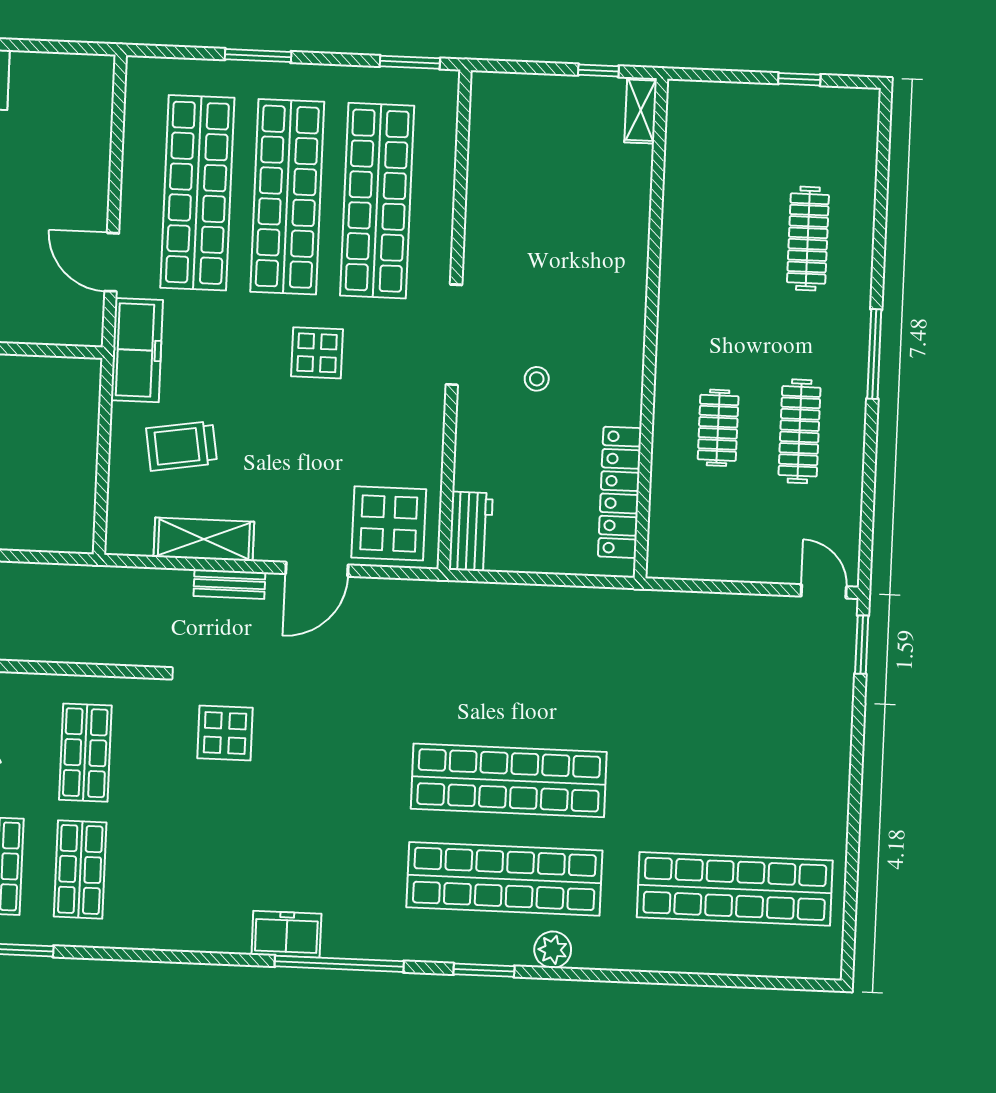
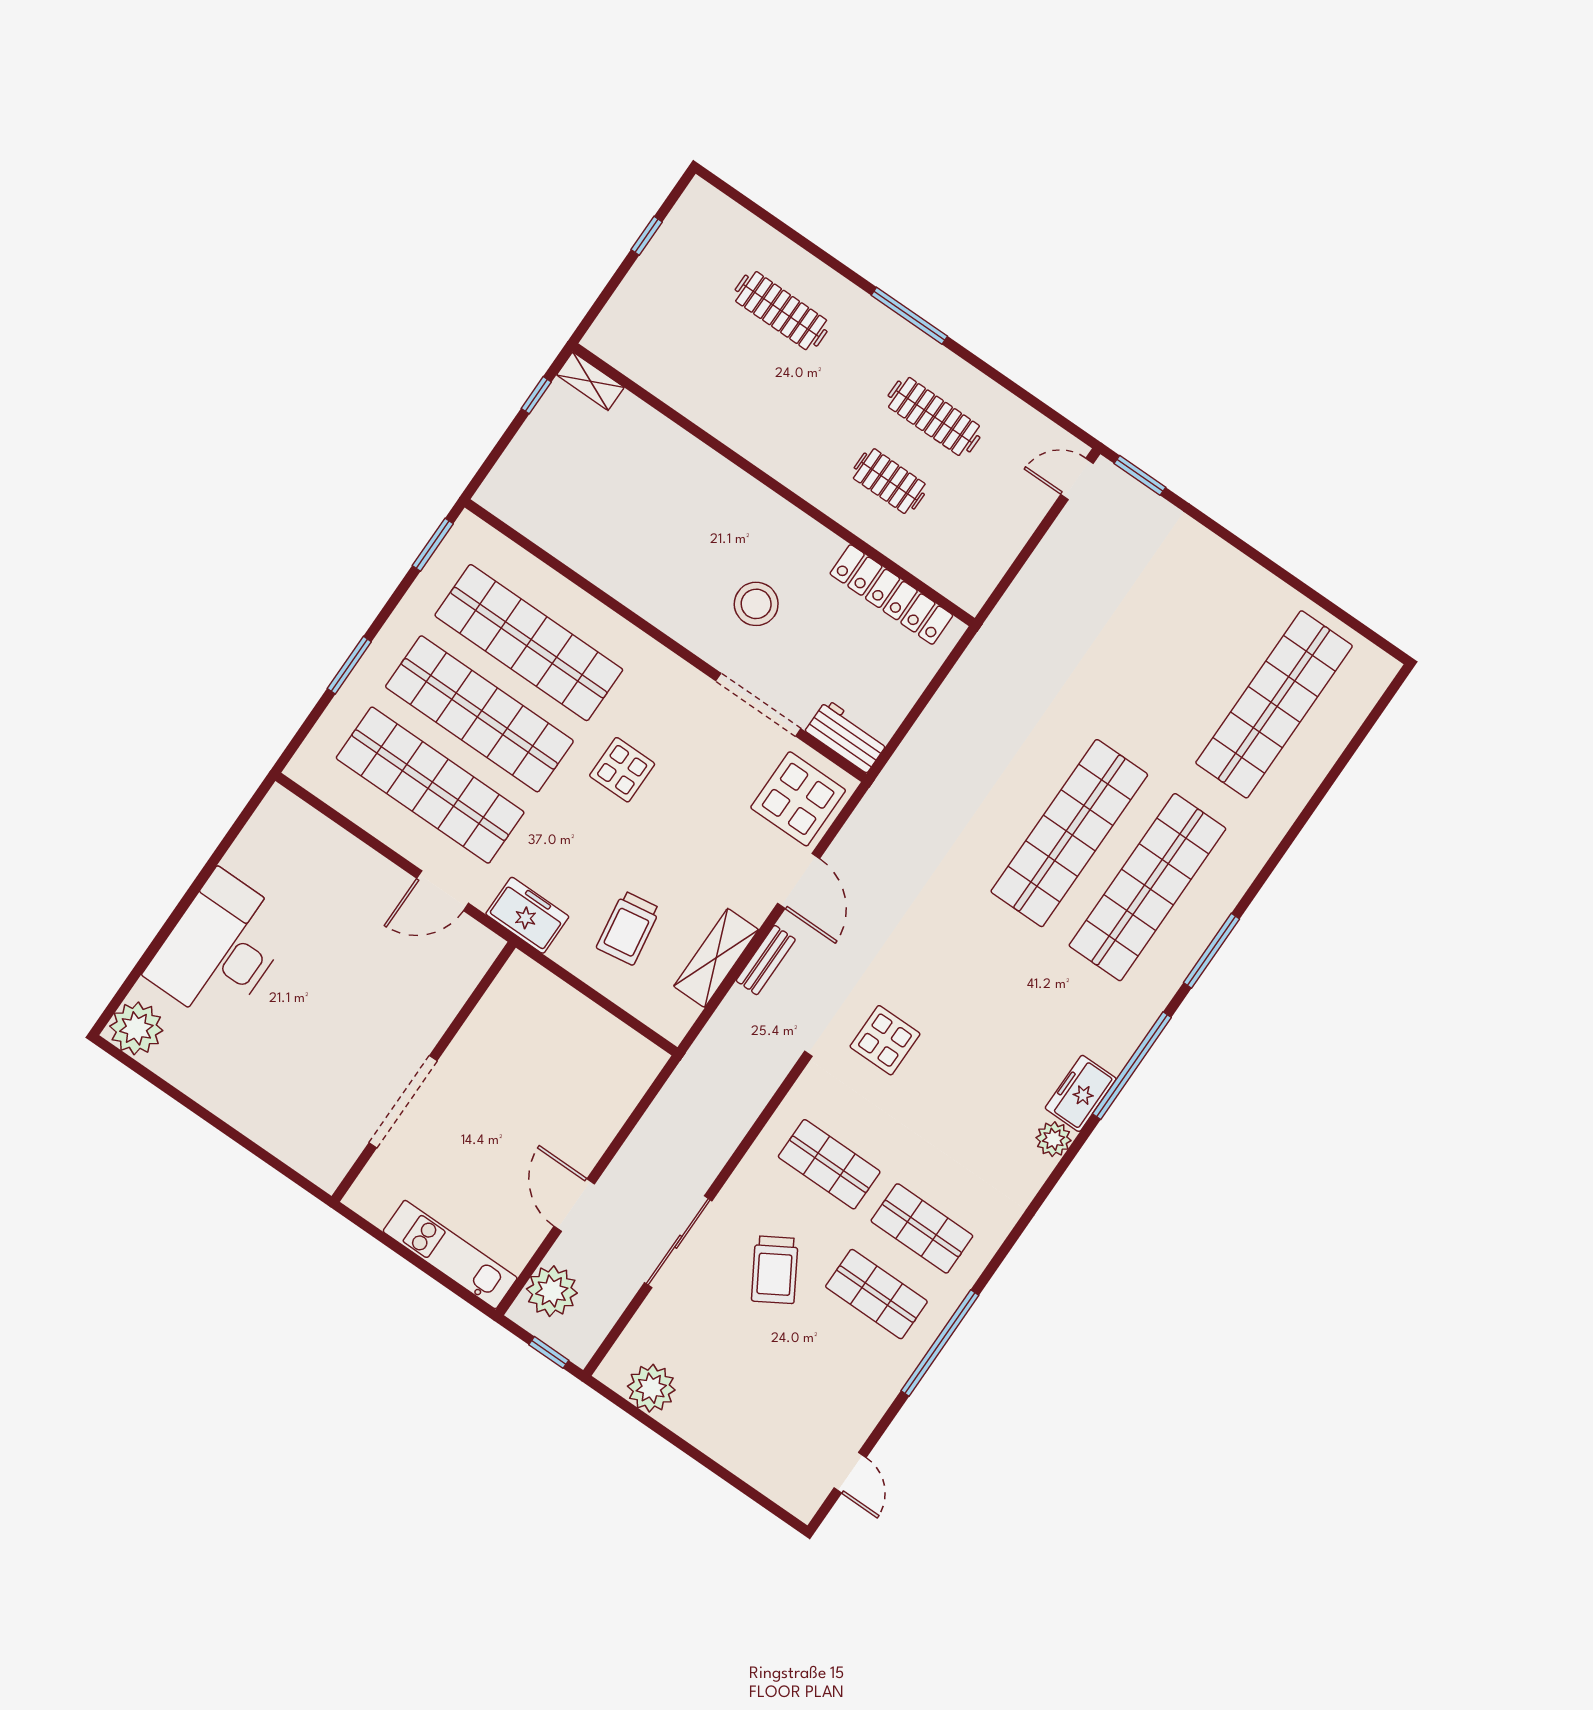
doorway: (454, 335) -> (758, 705), moved
freezer: (137, 350) -> (527, 915), width x0.71
stool: (537, 379) -> (756, 604), width x1.89, depth x1.89
plant: (553, 950) -> (1053, 1139), moved
window: (484, 970) -> (1211, 951), width x1.44

